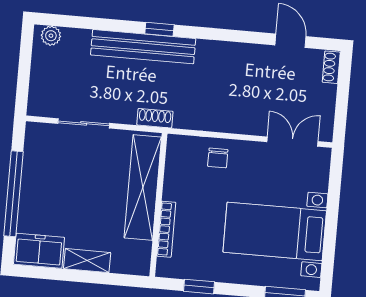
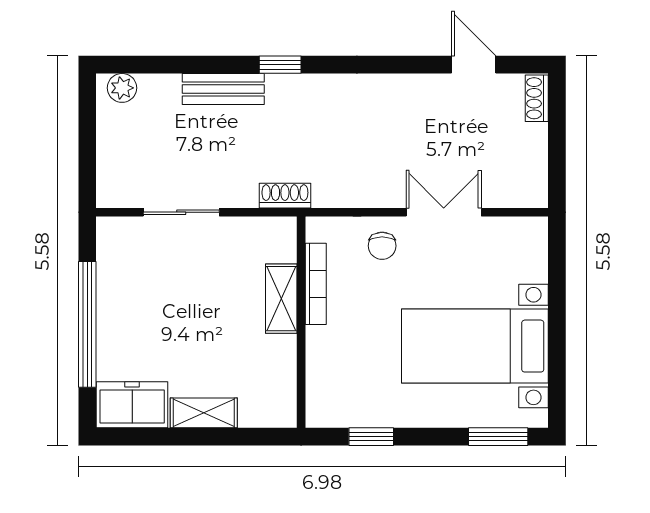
bench: (143, 47) -> (223, 89), width x0.54, depth x0.82
double door: (292, 142) -> (444, 212), moved
shelving: (143, 187) -> (281, 299), width x0.45, depth x0.75
bookcase: (166, 229) -> (316, 284), moved

